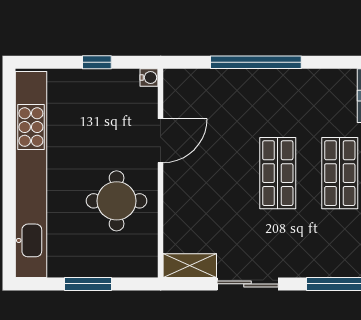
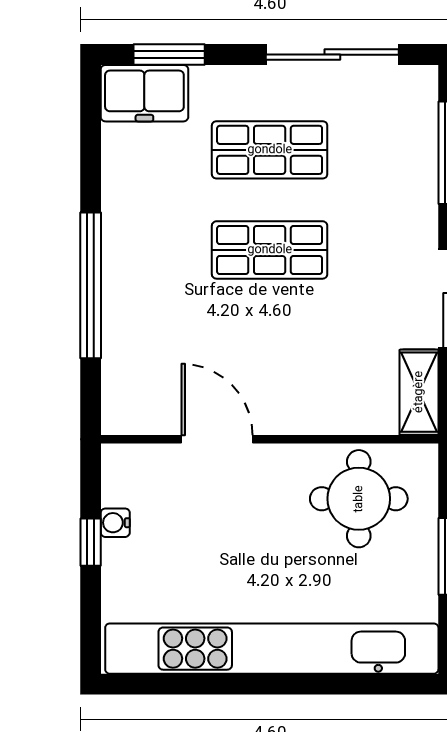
water cooler: (149, 78) -> (115, 523), moved, turned -90
round table: (117, 201) -> (359, 499), moved

